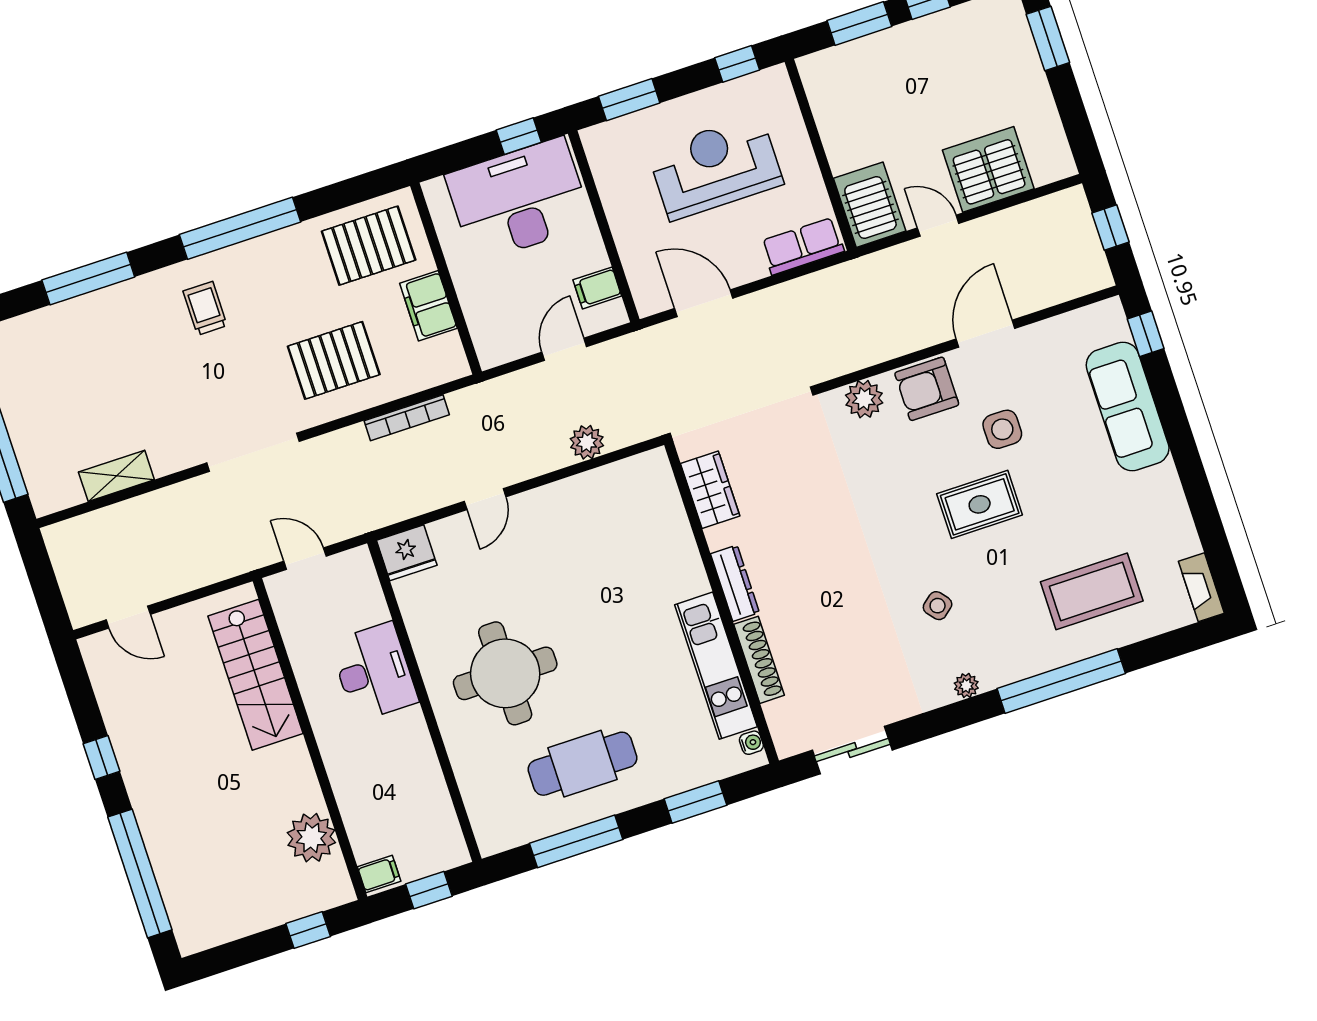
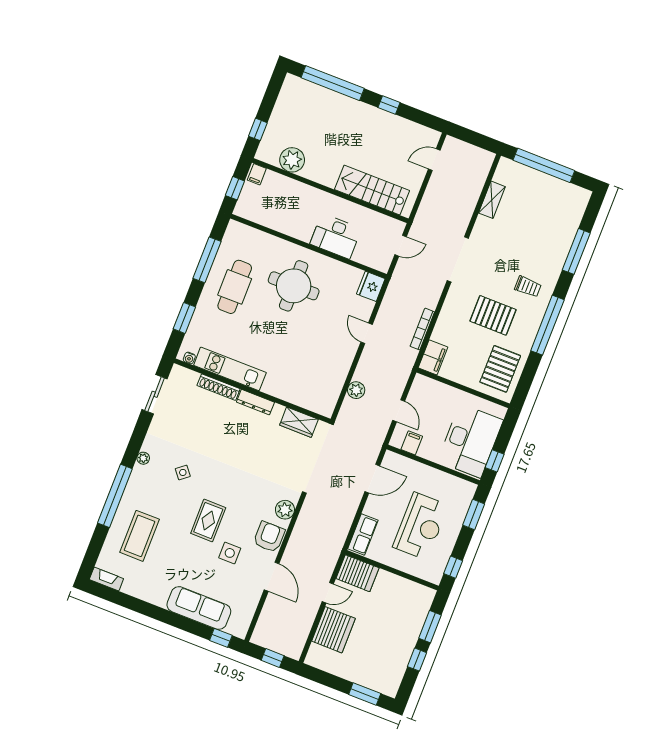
filing cabinet: (428, 306) -> (433, 357), moved, turned 90
pallet: (334, 360) -> (493, 315), moved, turned 90

